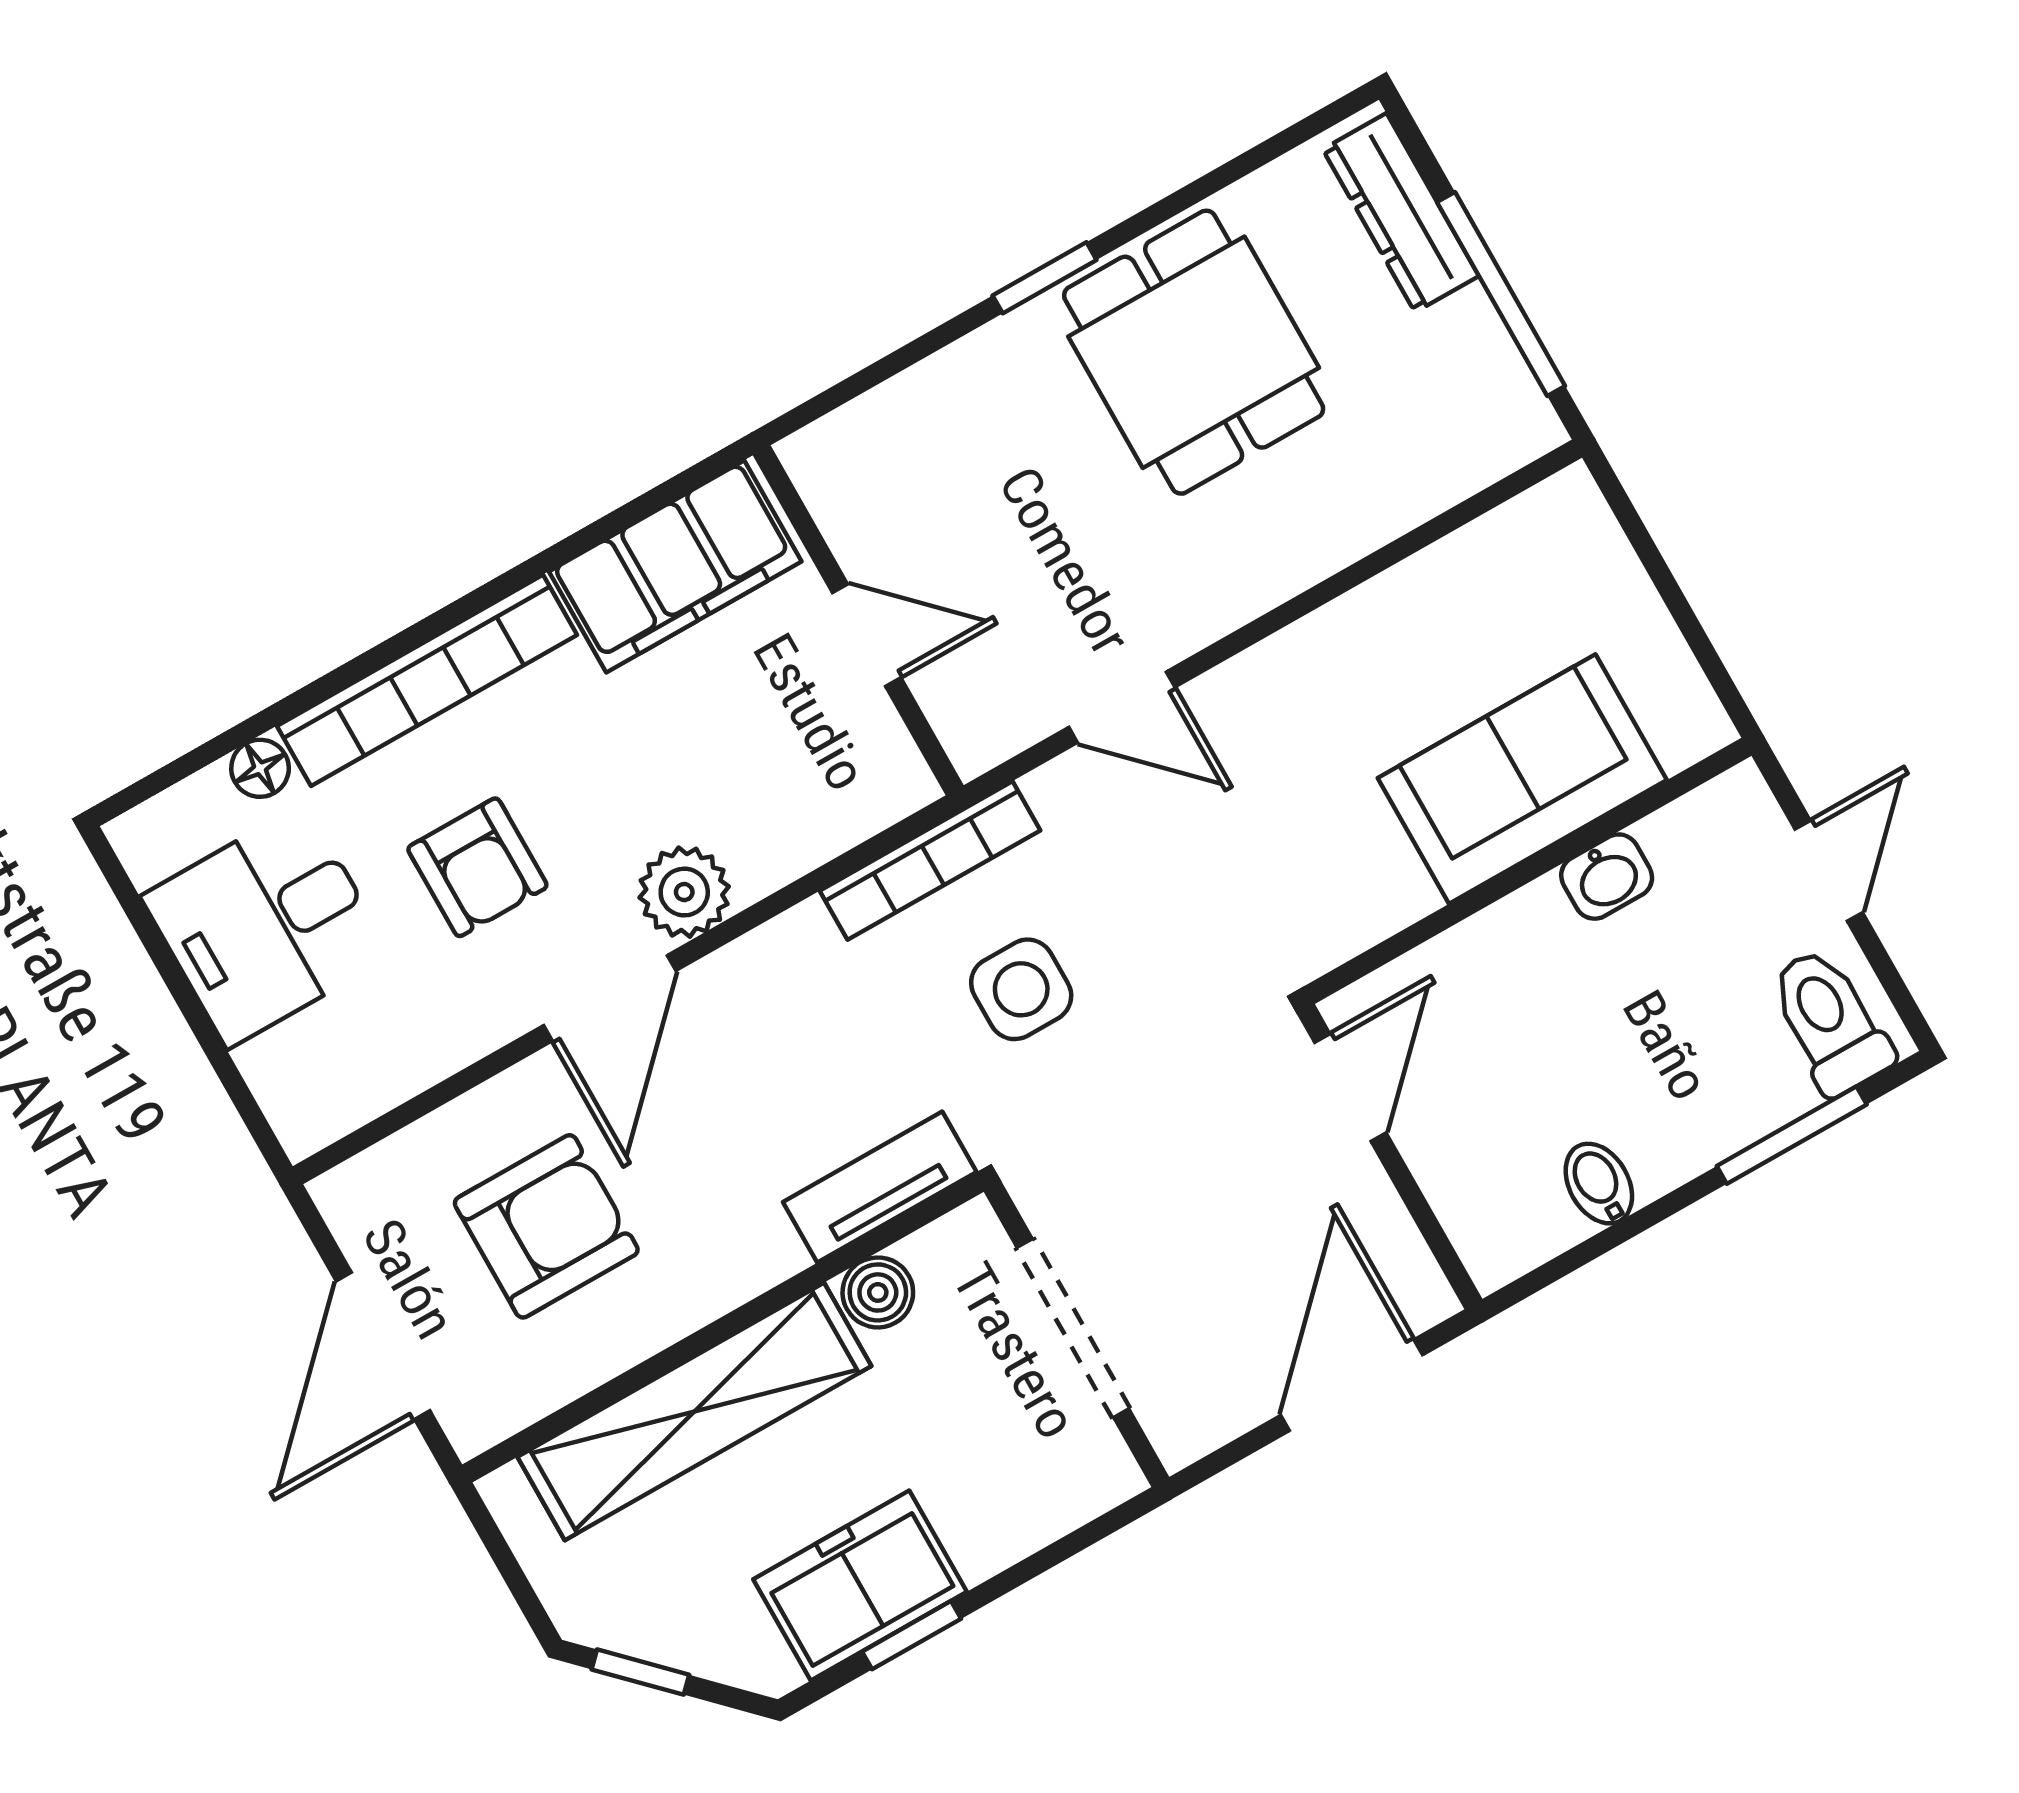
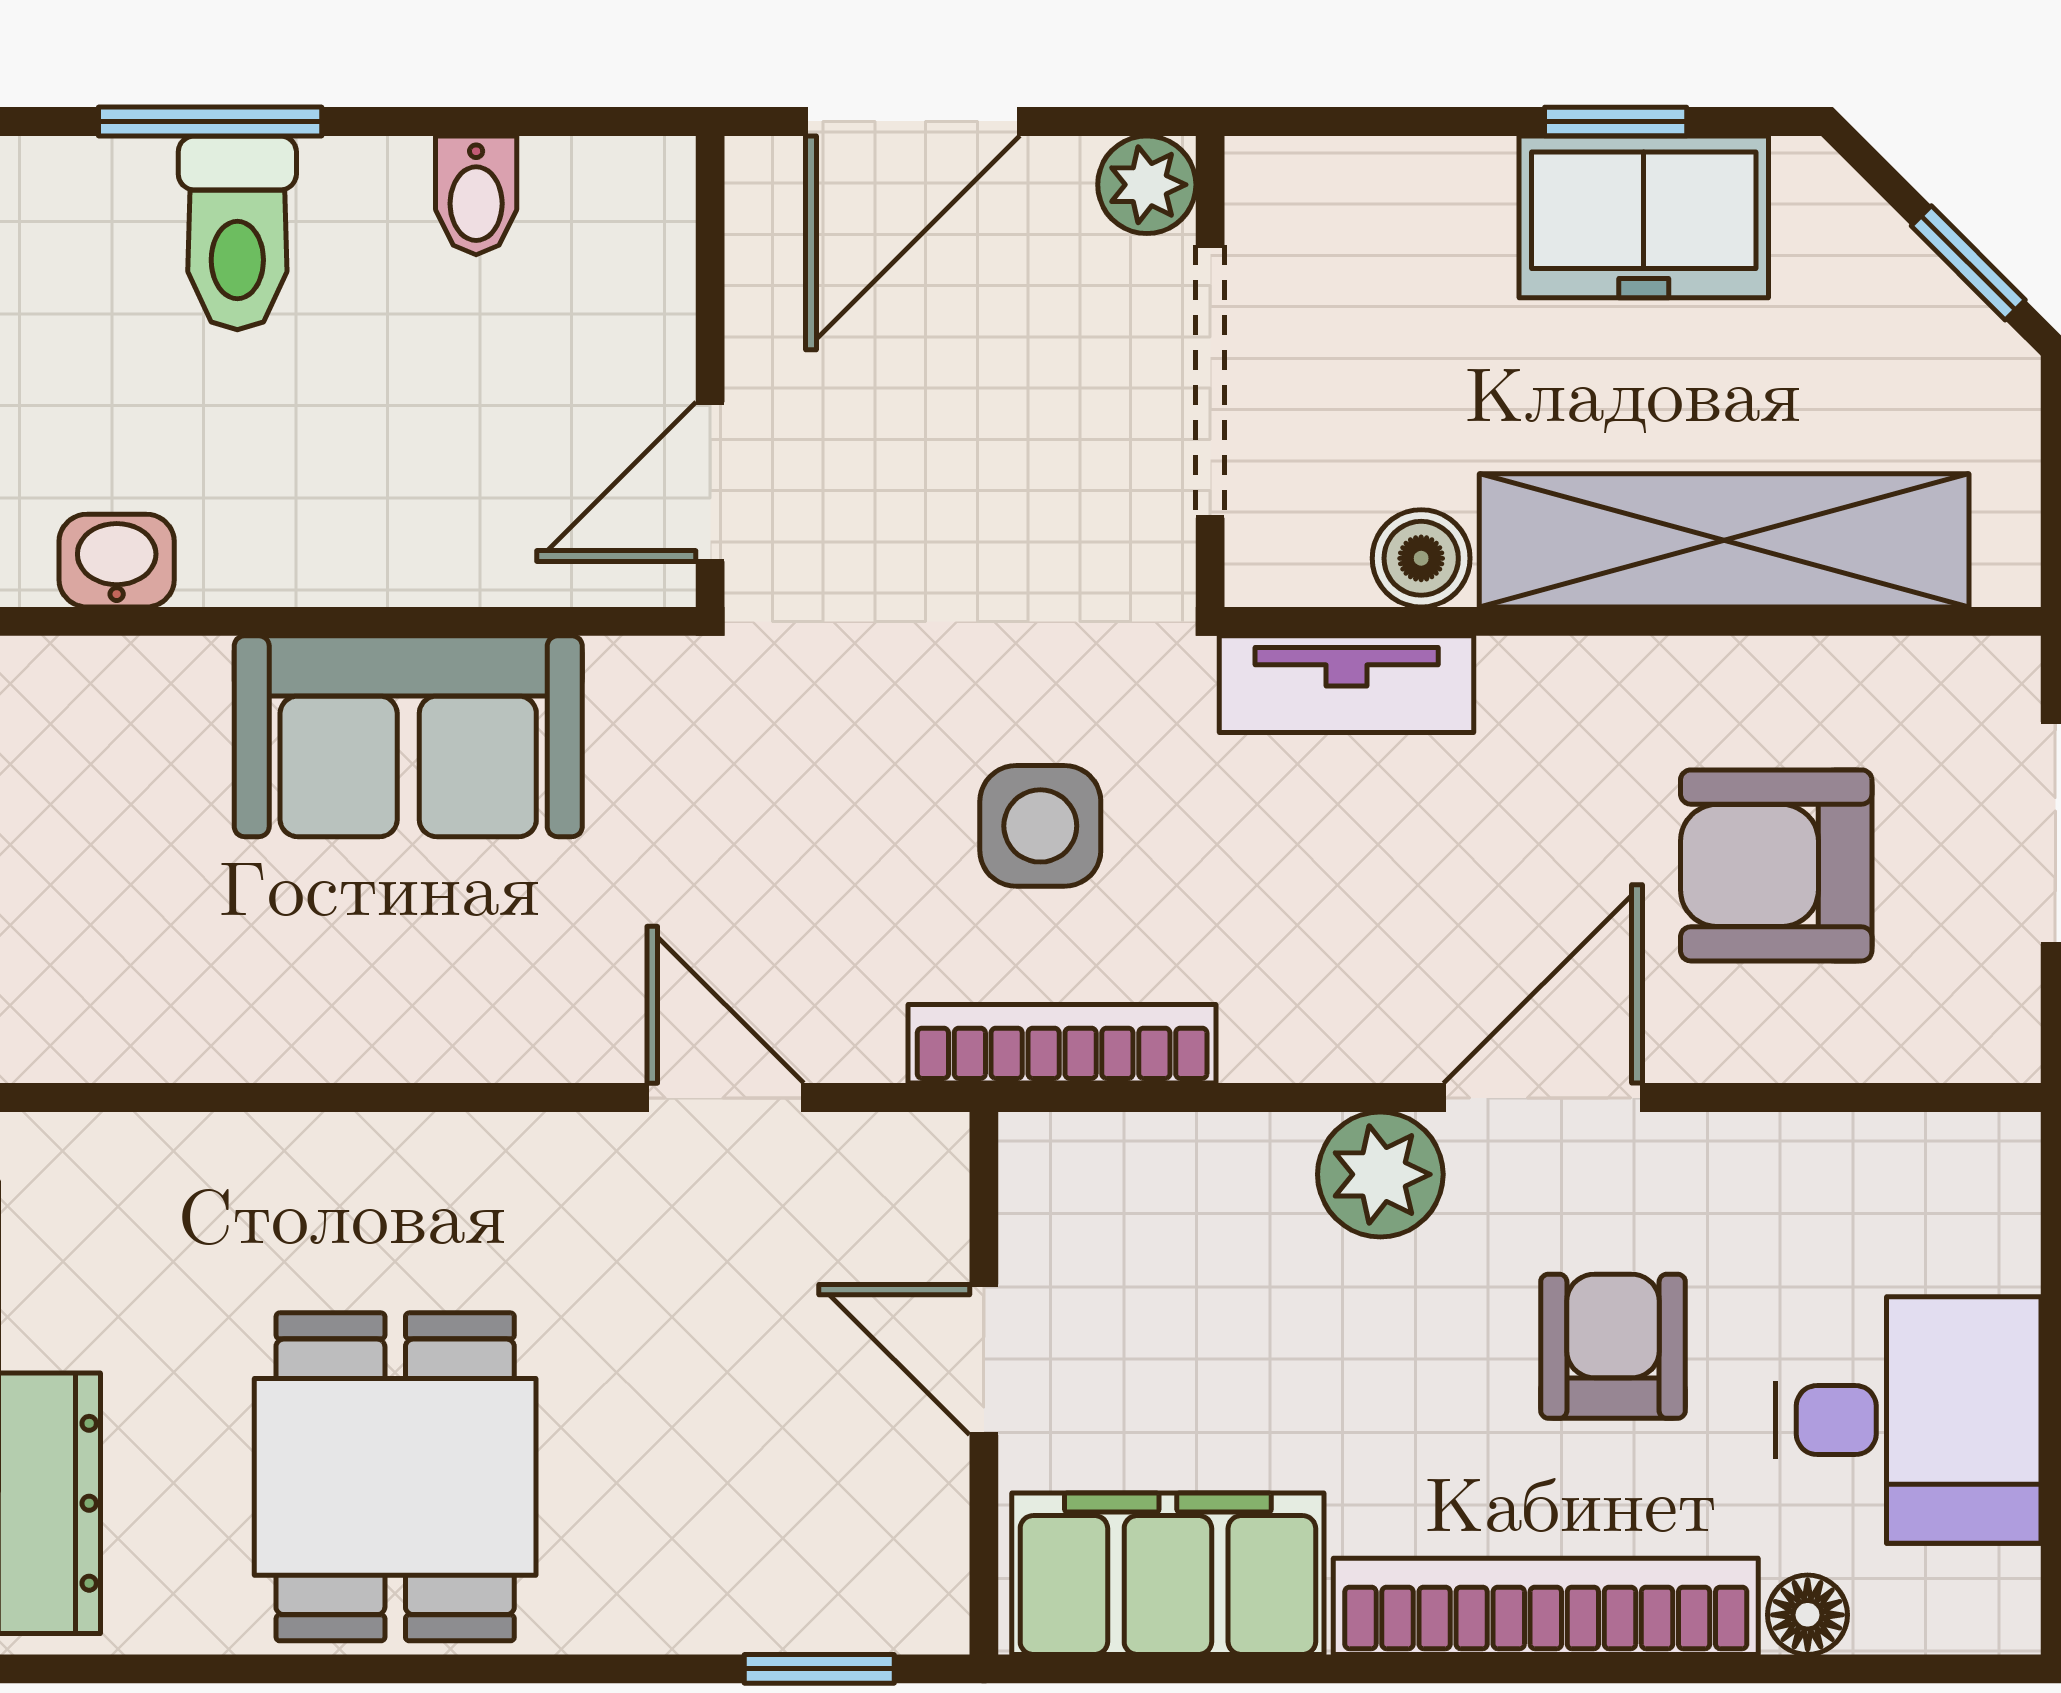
window: (1045, 278) -> (819, 1669), moved
sofa: (1522, 779) -> (408, 736), moved
washbasin: (1607, 877) -> (117, 561), moved
toilet: (1830, 1021) -> (237, 233), moved
plant: (1183, 1429) -> (1147, 185), added

